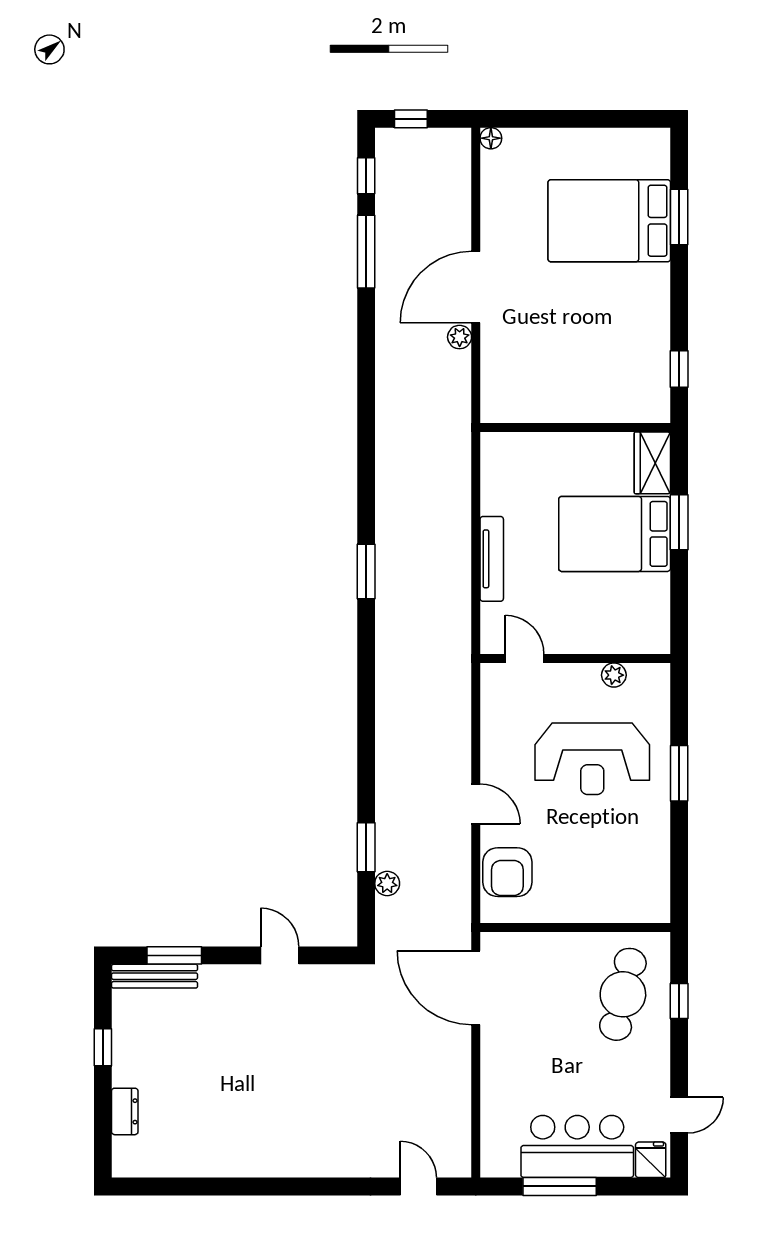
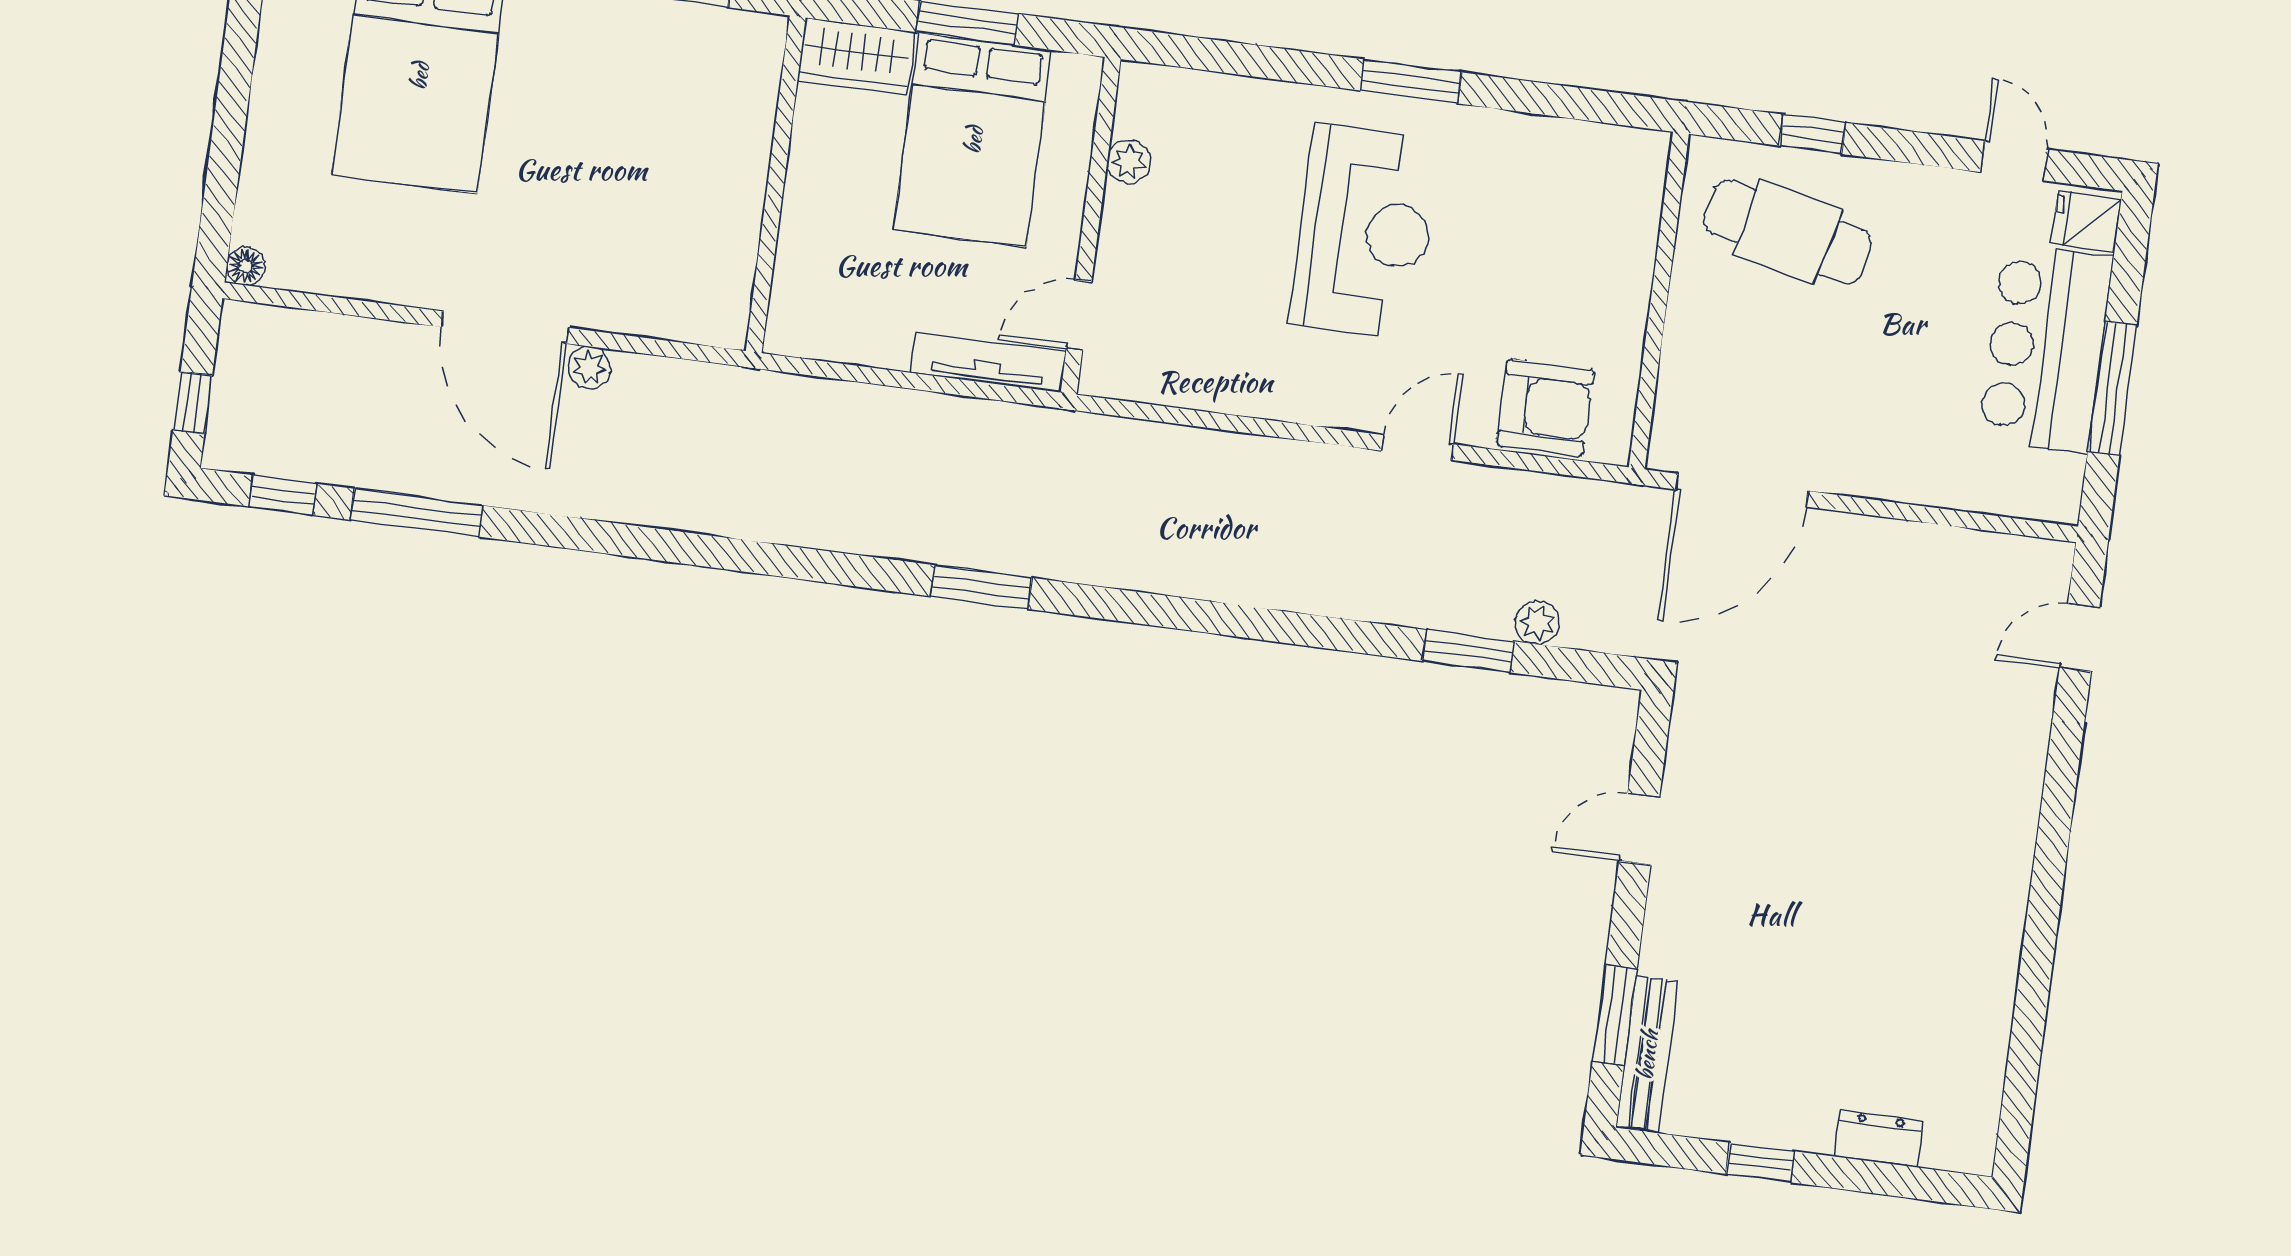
door: (525, 658) -> (1079, 315), moved
wall: (575, 658) -> (1091, 226), moved
plant: (614, 675) -> (1129, 161), moved

